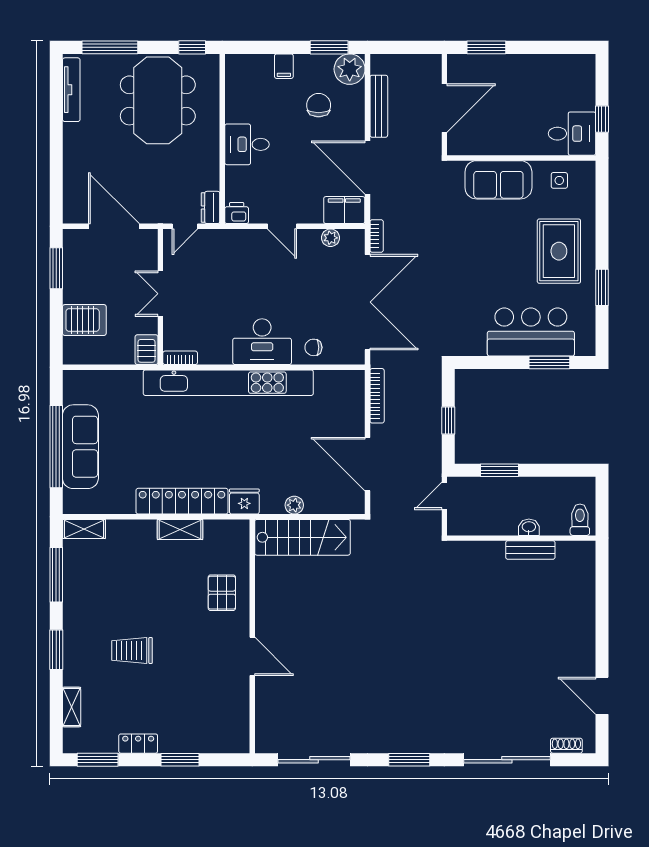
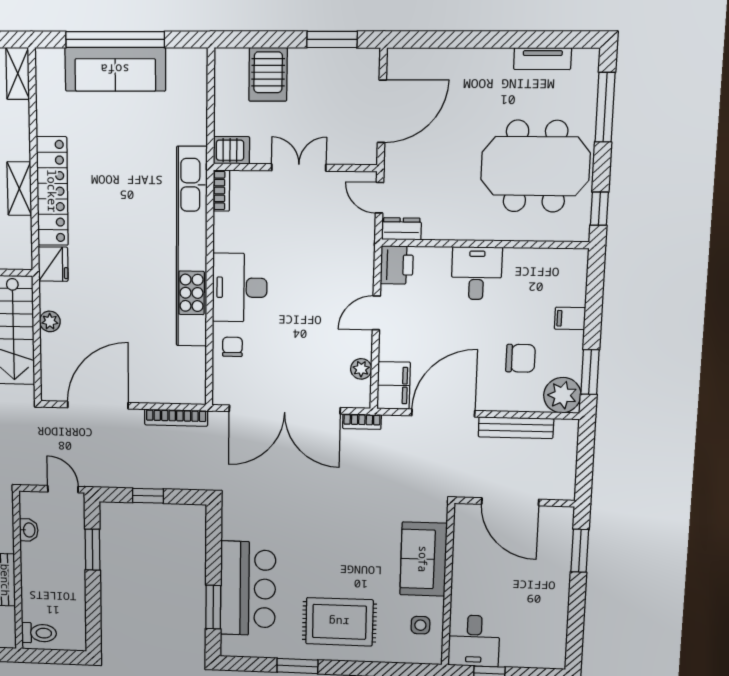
tv unit: (71, 90) -> (543, 59), width x0.71
printer: (237, 213) -> (397, 265), width x1.36, depth x1.24
washbasin: (529, 527) -> (29, 530), moved

